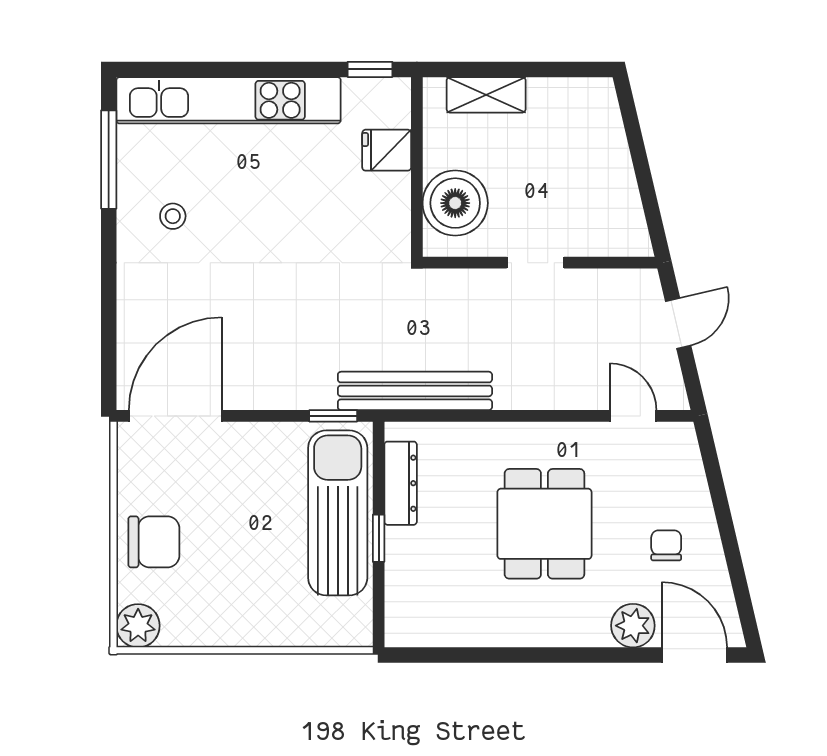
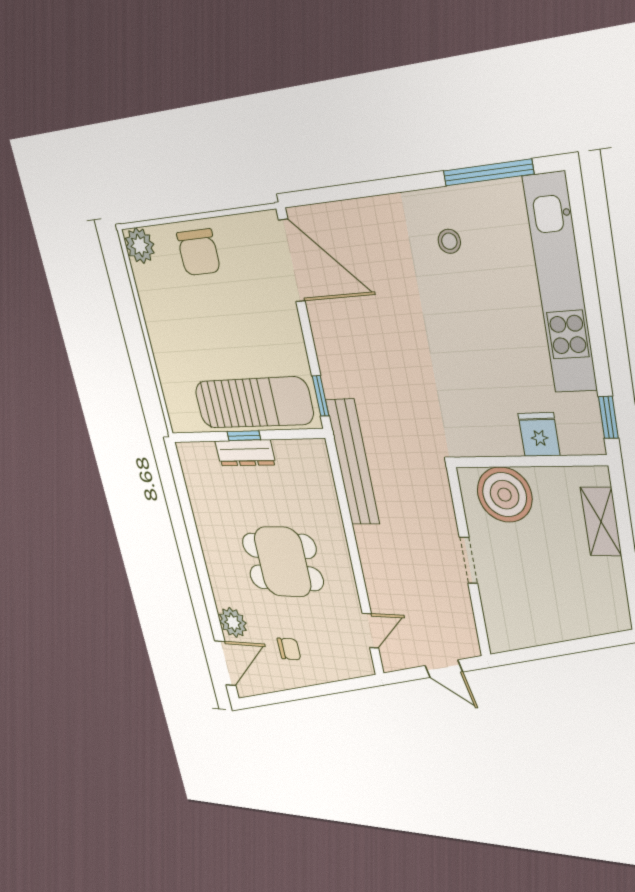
dresser: (401, 483) -> (245, 453), moved

